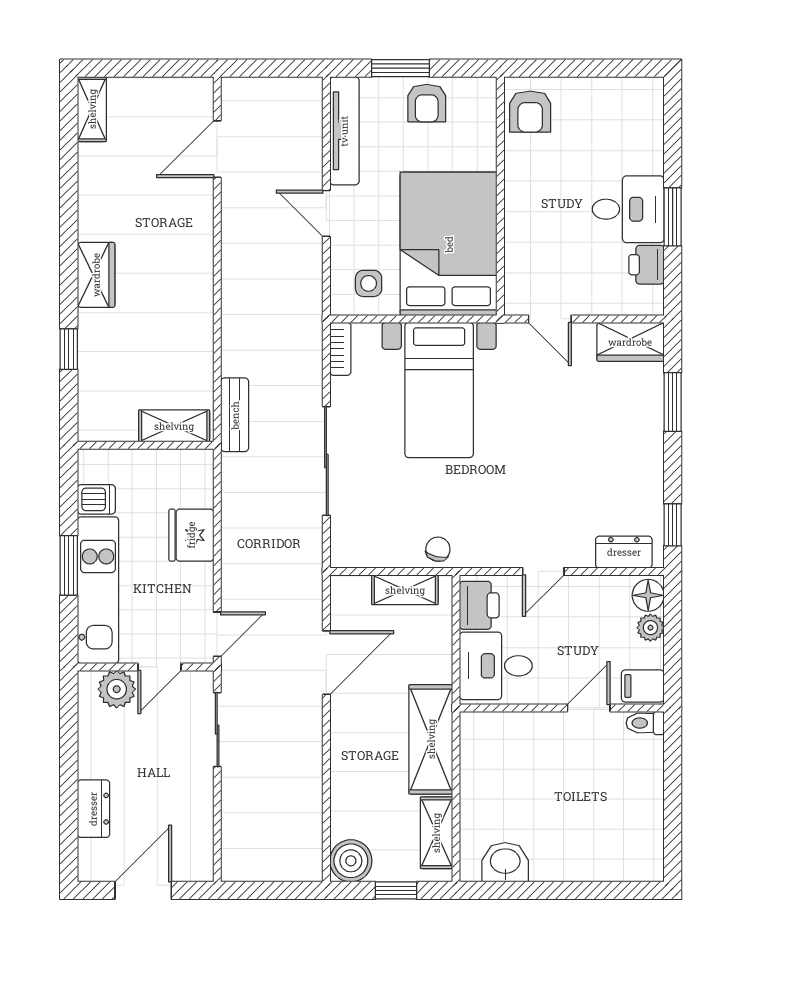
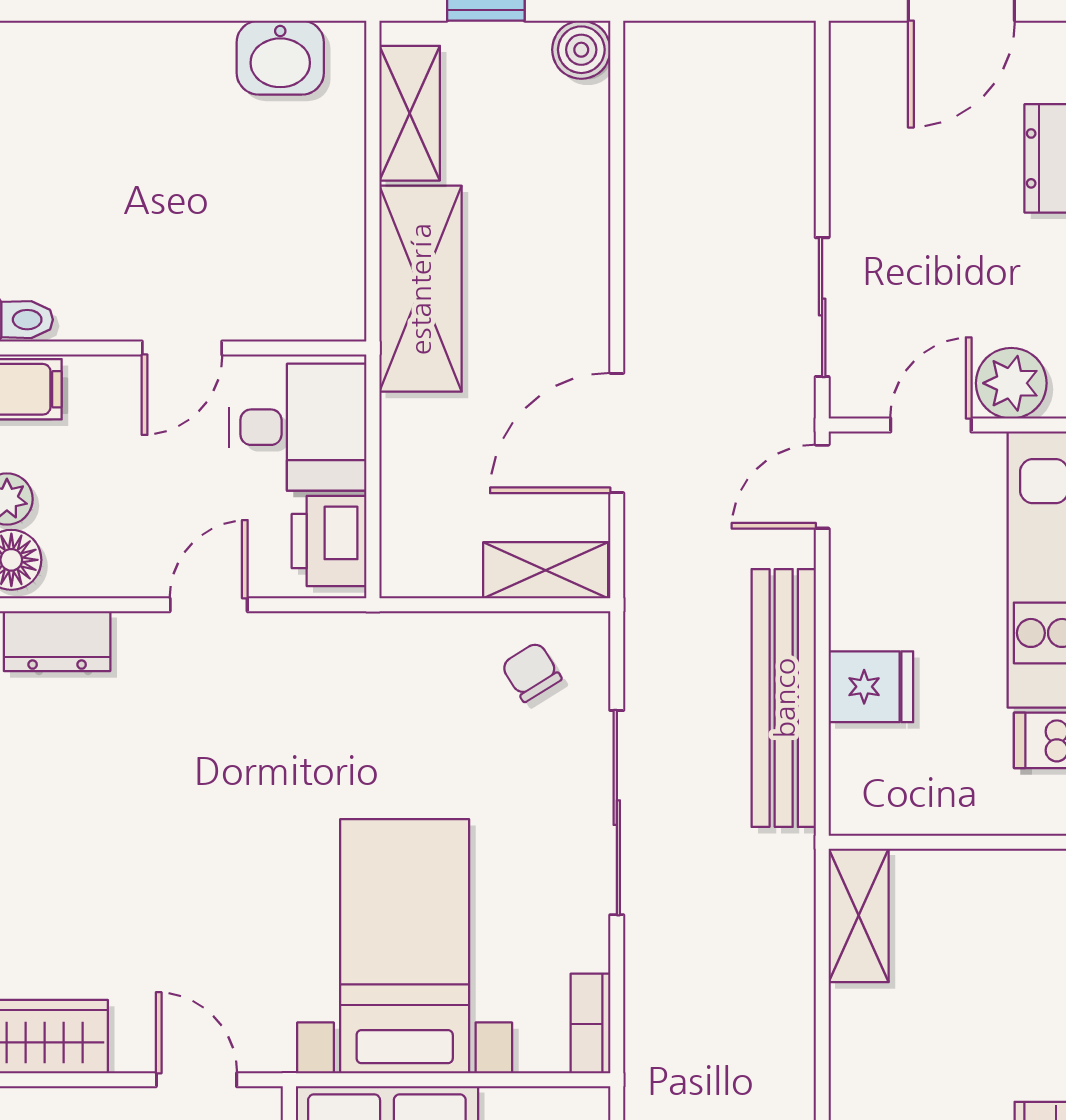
bench: (235, 415) -> (784, 698), moved, width x1.86, depth x1.21
shelving: (174, 426) -> (859, 915), moved, turned 90
fridge: (191, 535) -> (871, 687), width x0.72
chair: (438, 549) -> (531, 672), moved, turned 134
shelving: (405, 590) -> (546, 570), moved
door: (589, 708) -> (182, 348), moved
boiler: (351, 861) -> (581, 50), width x0.73, depth x0.73

